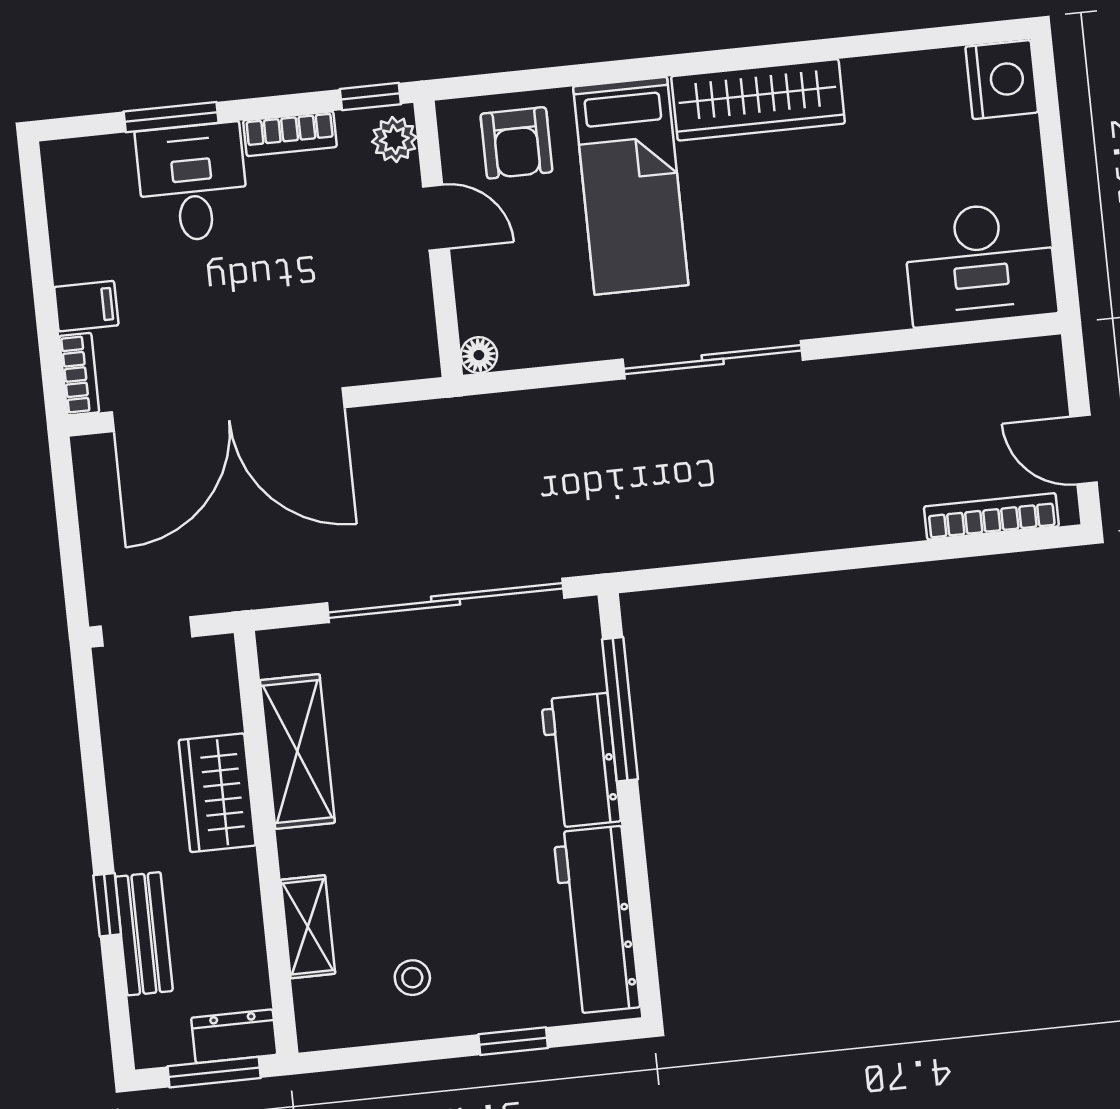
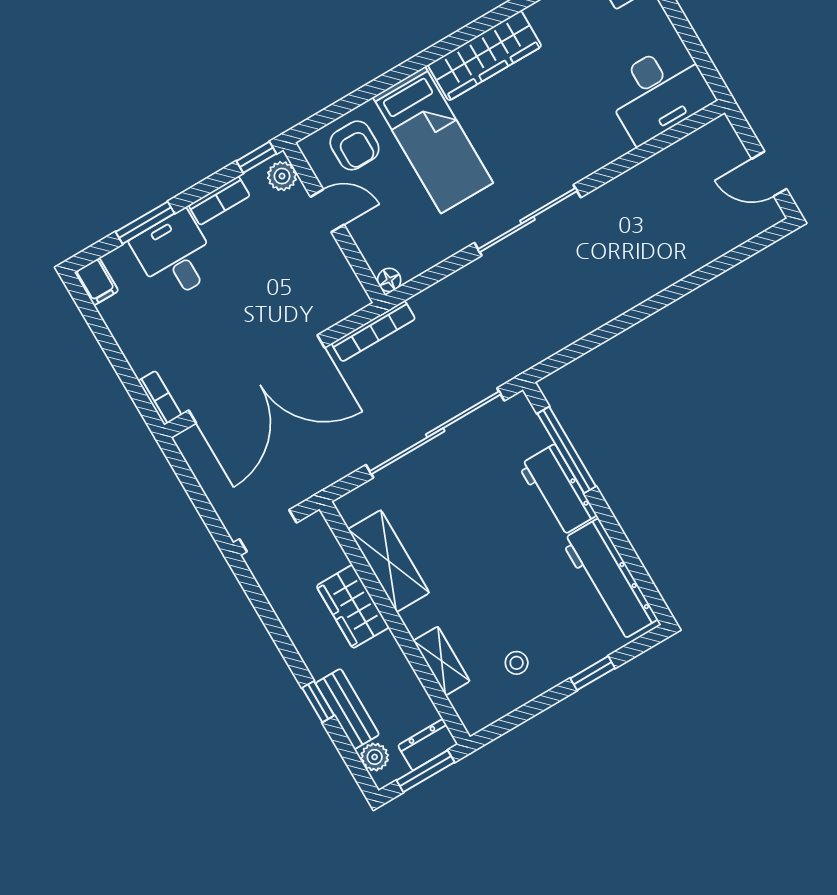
filing cabinet: (86, 306) -> (96, 282), moved, turned 90
bookcase: (991, 516) -> (373, 331), moved, turned 180
plant: (151, 1019) -> (375, 757), added

